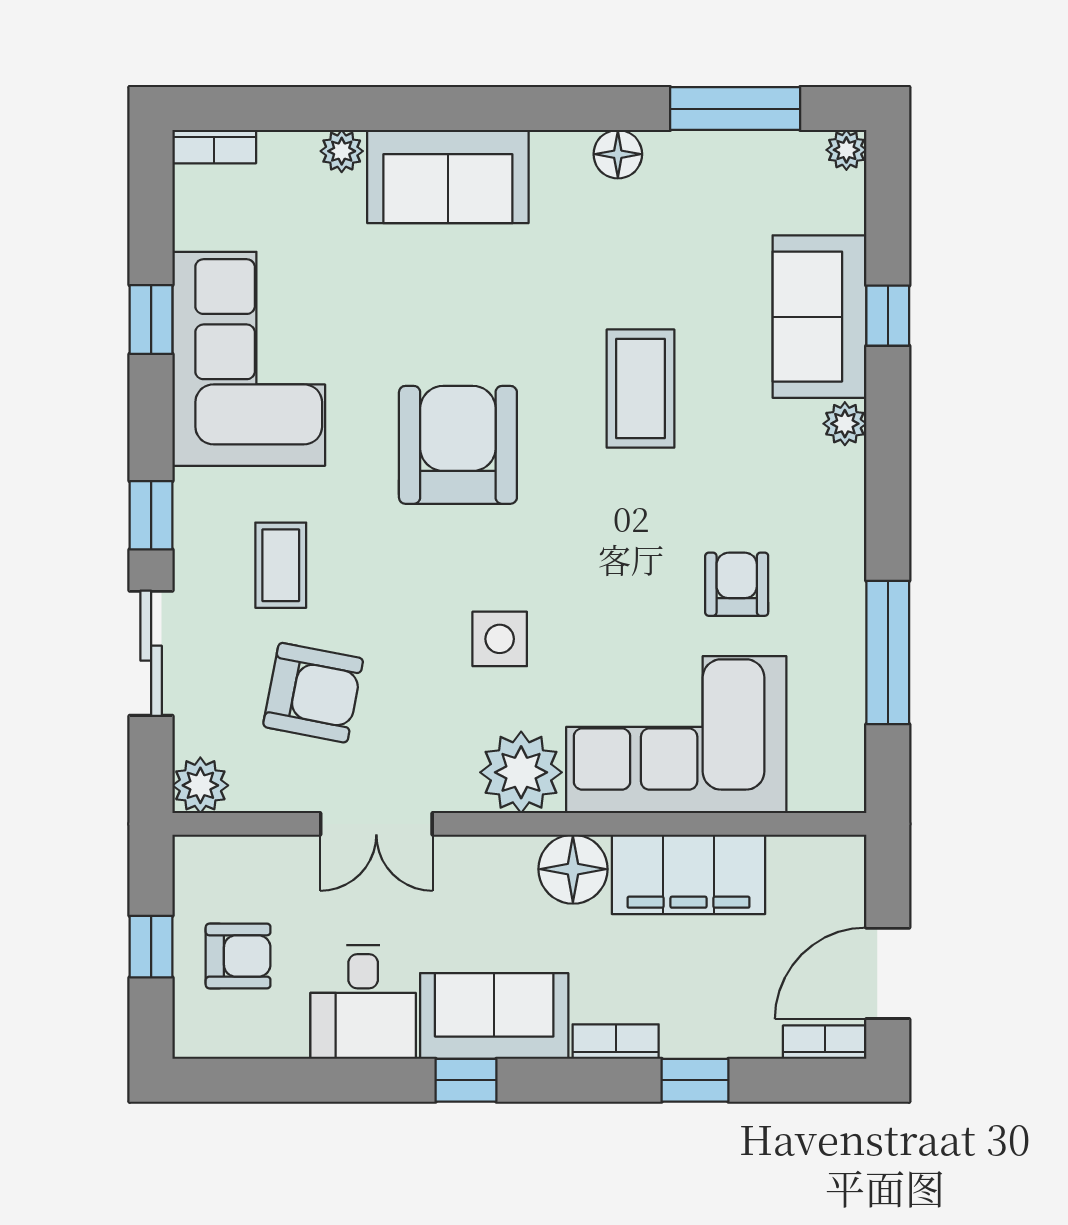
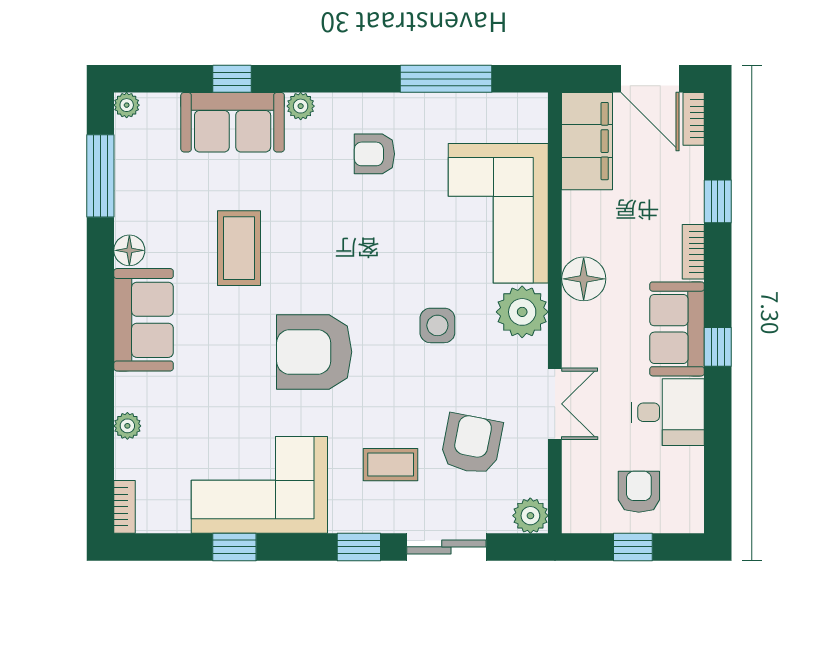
sofa: (448, 177) -> (144, 320), moved
coffee table: (640, 389) -> (239, 248), moved, turned 90
armchair: (737, 584) -> (374, 154), moved
filing cabinet: (688, 874) -> (587, 141), moved

